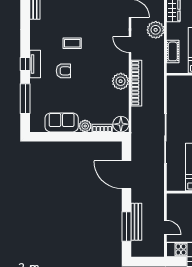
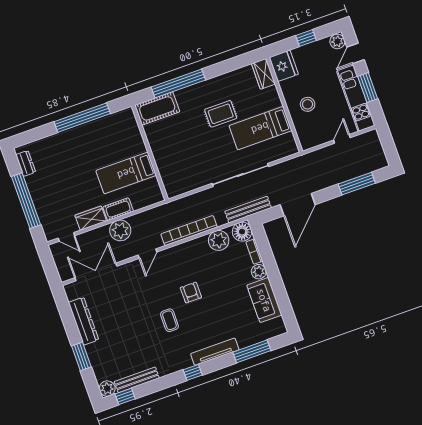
cot: (173, 51) -> (118, 209), moved
window: (25, 64) -> (193, 372), moved
tv unit: (35, 64) -> (215, 352), width x1.41
armchair: (63, 71) -> (191, 293), moved
plant: (121, 81) -> (219, 240), moved
bench: (136, 222) -> (248, 210), moved

